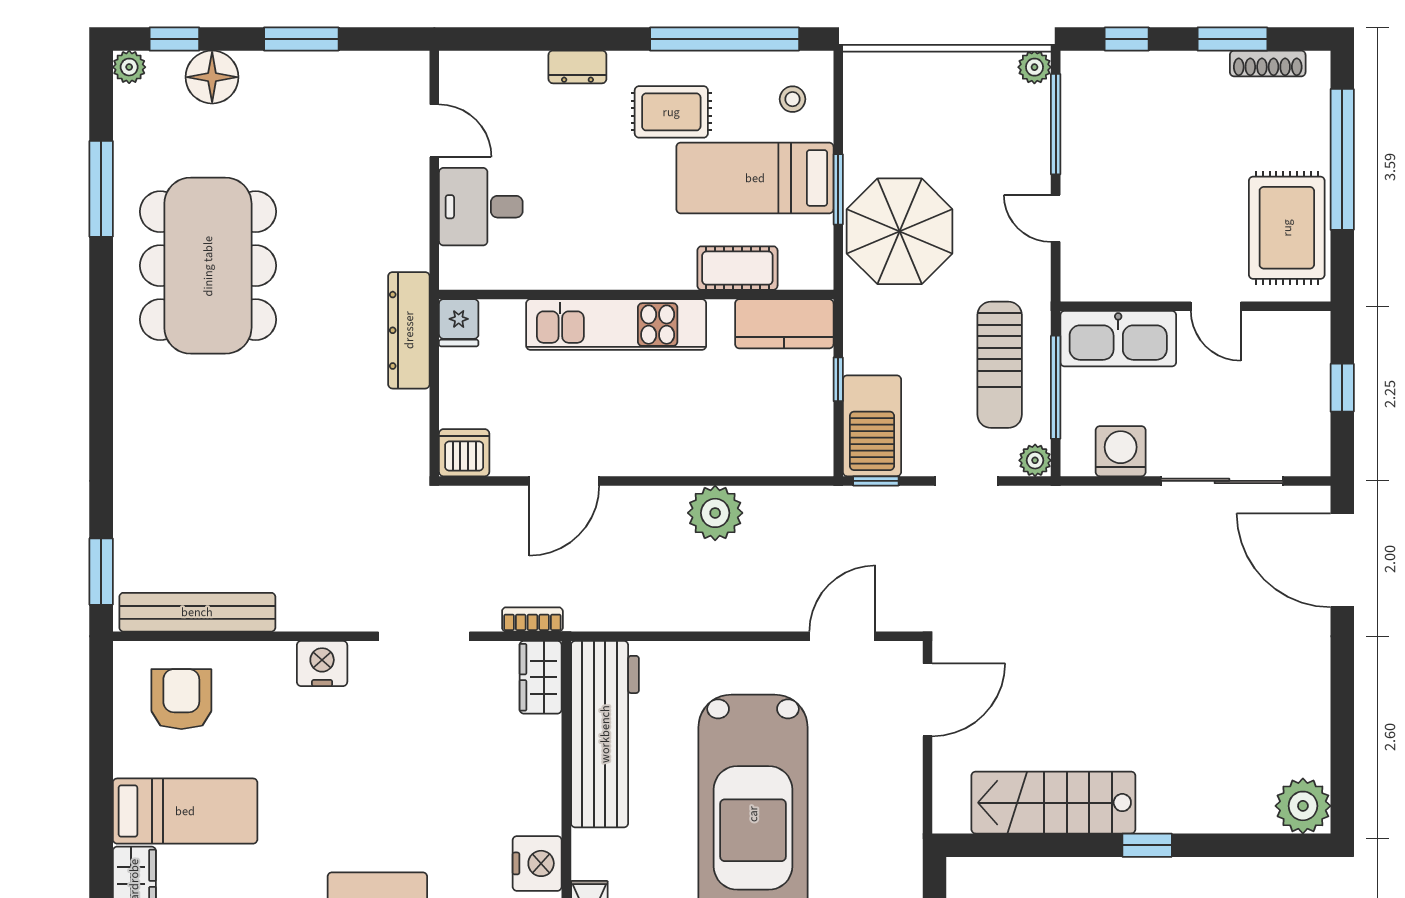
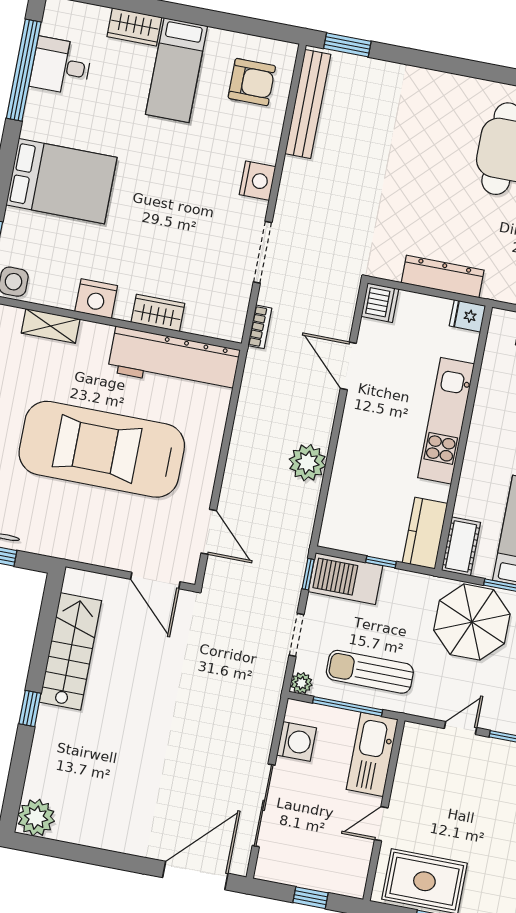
cot: (737, 268) -> (461, 546), moved
dresser: (409, 330) -> (443, 276), moved
wardrobe: (541, 677) -> (158, 313), moved

